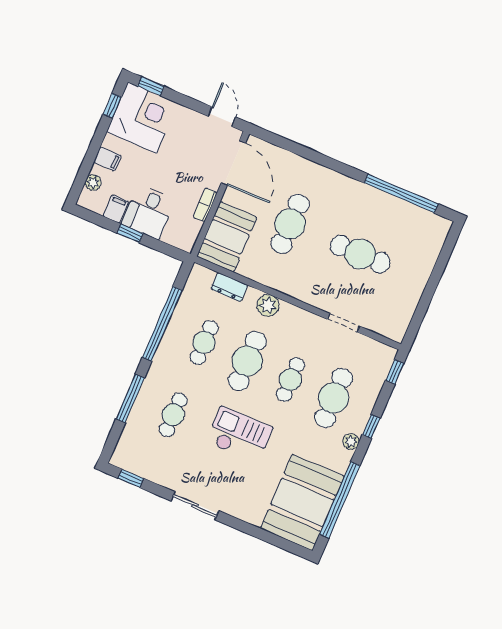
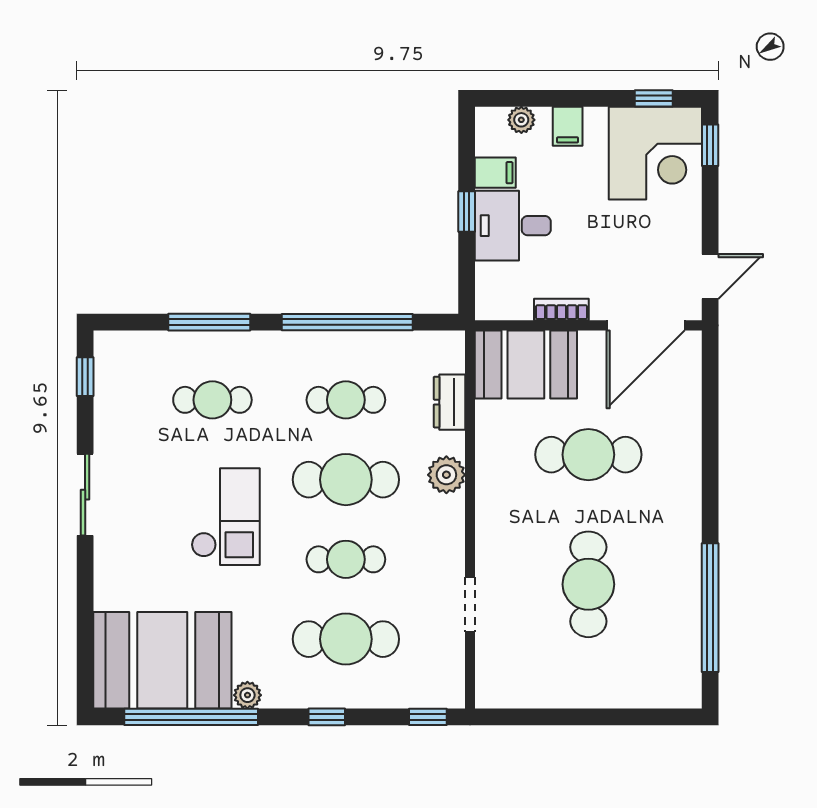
plant: (351, 441) -> (247, 695), moved

